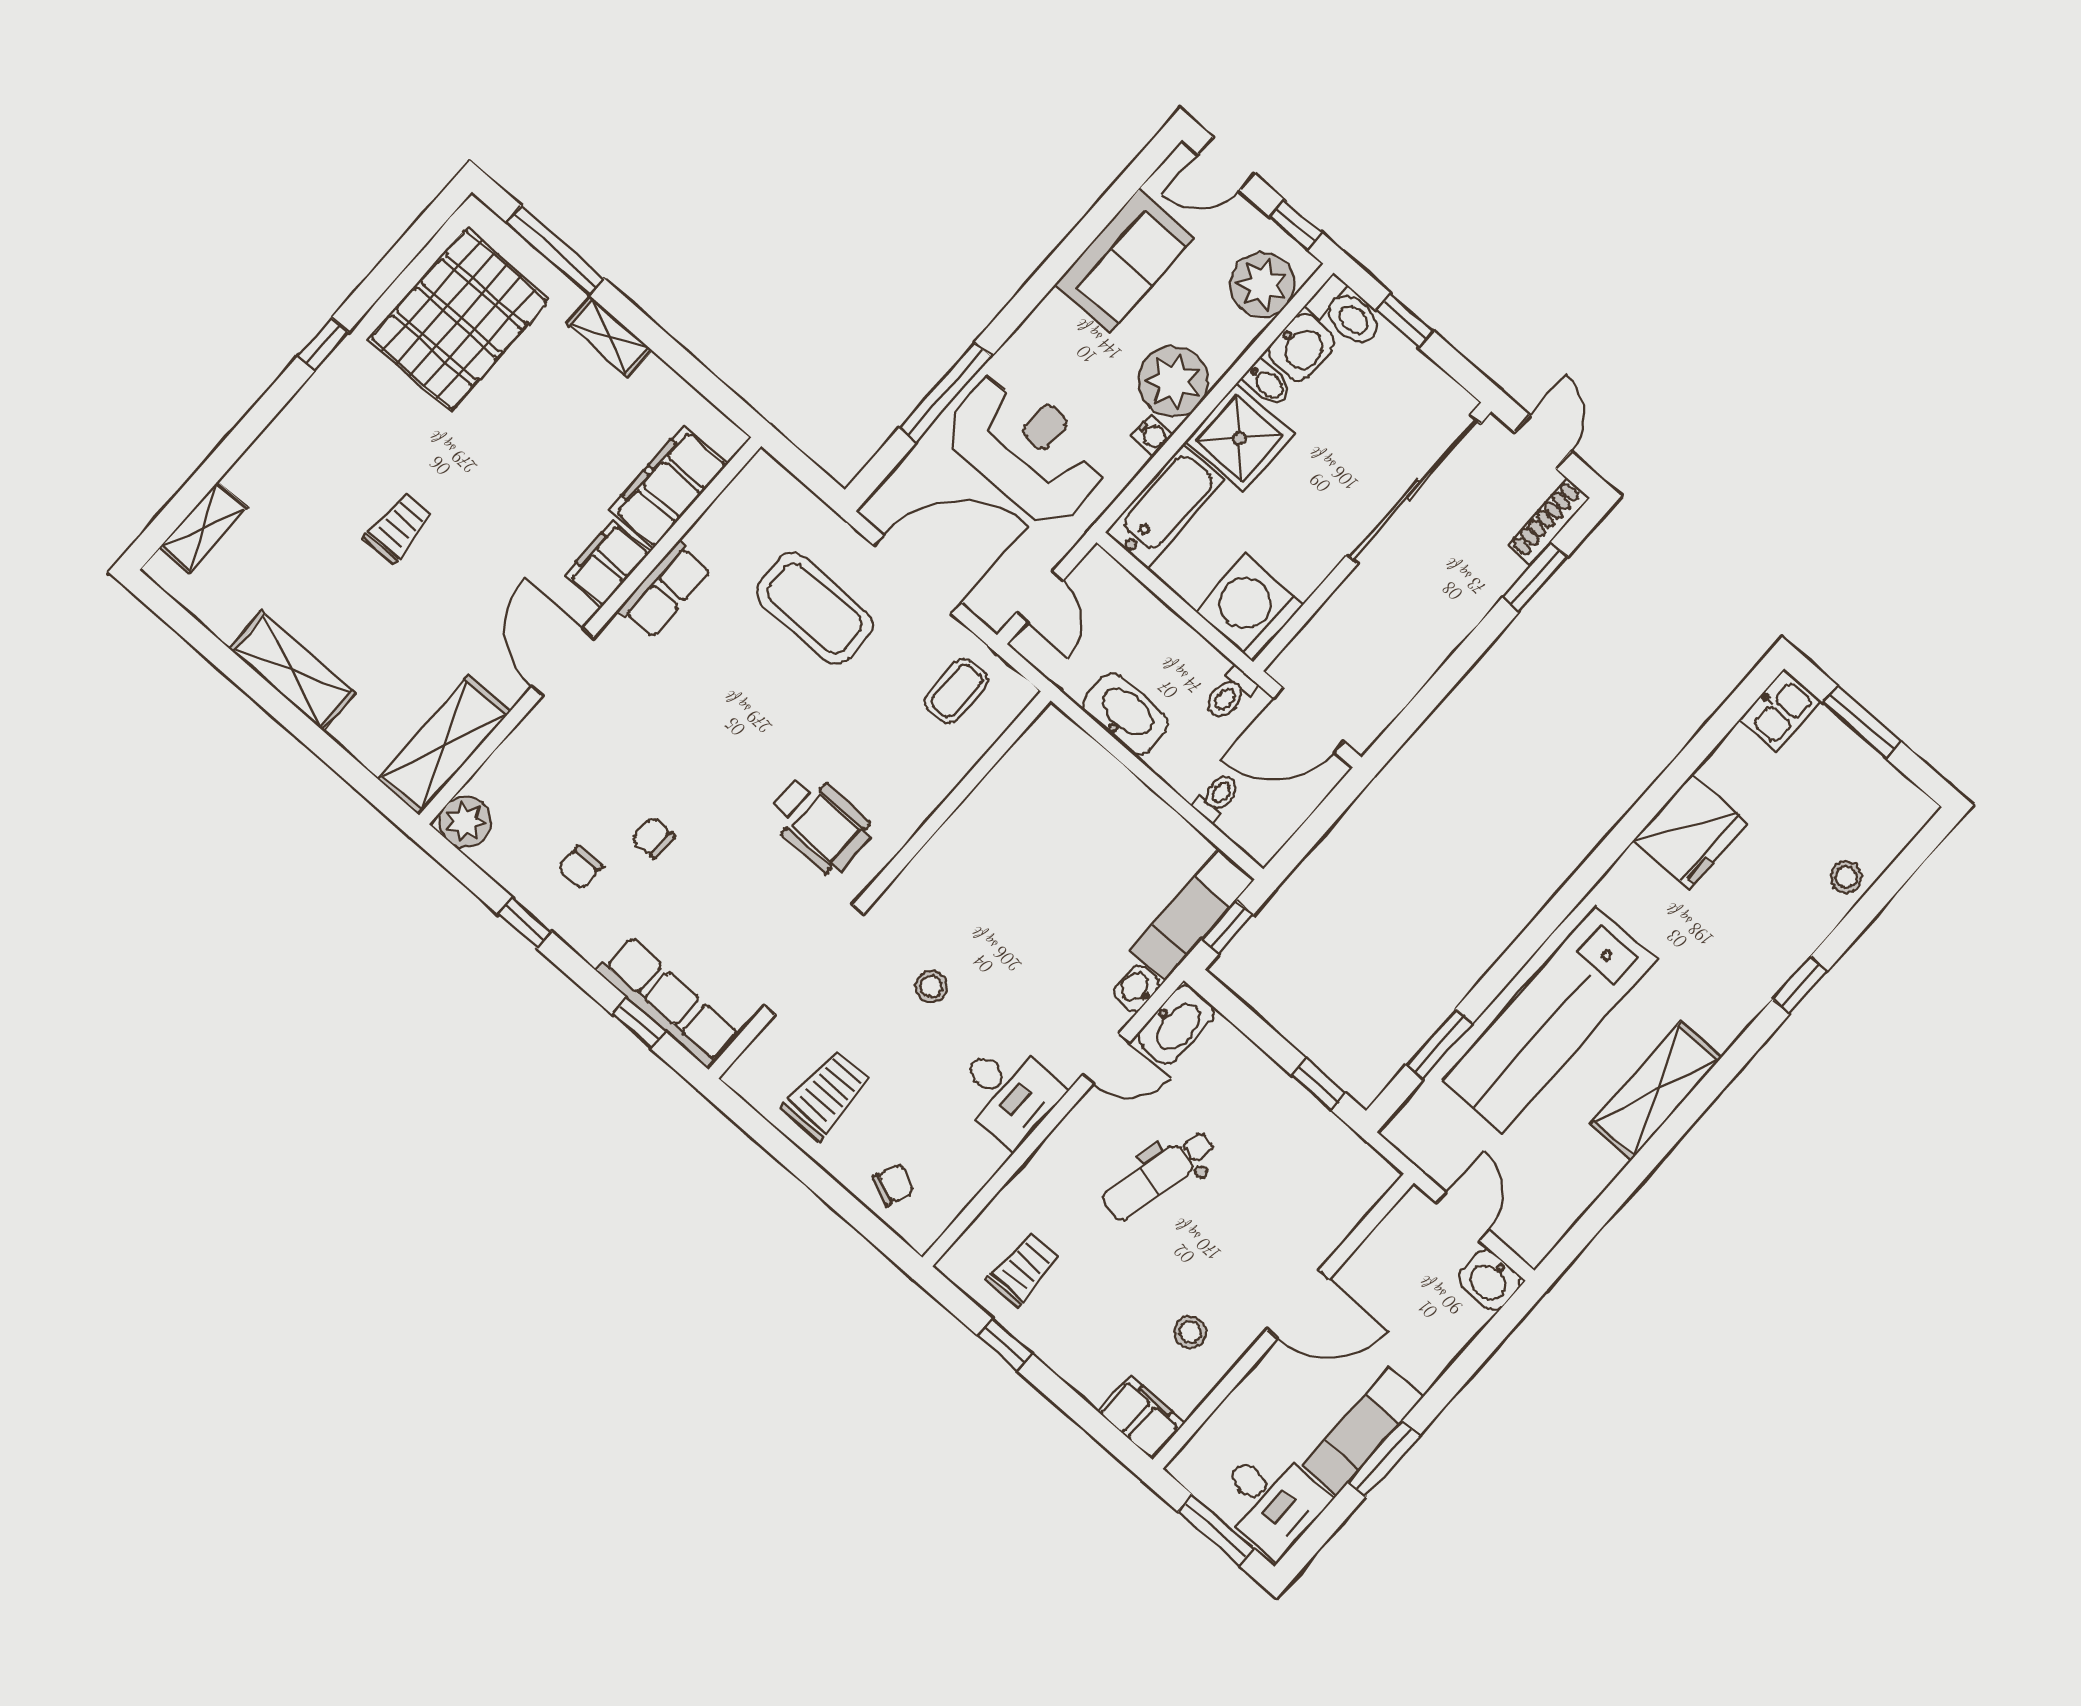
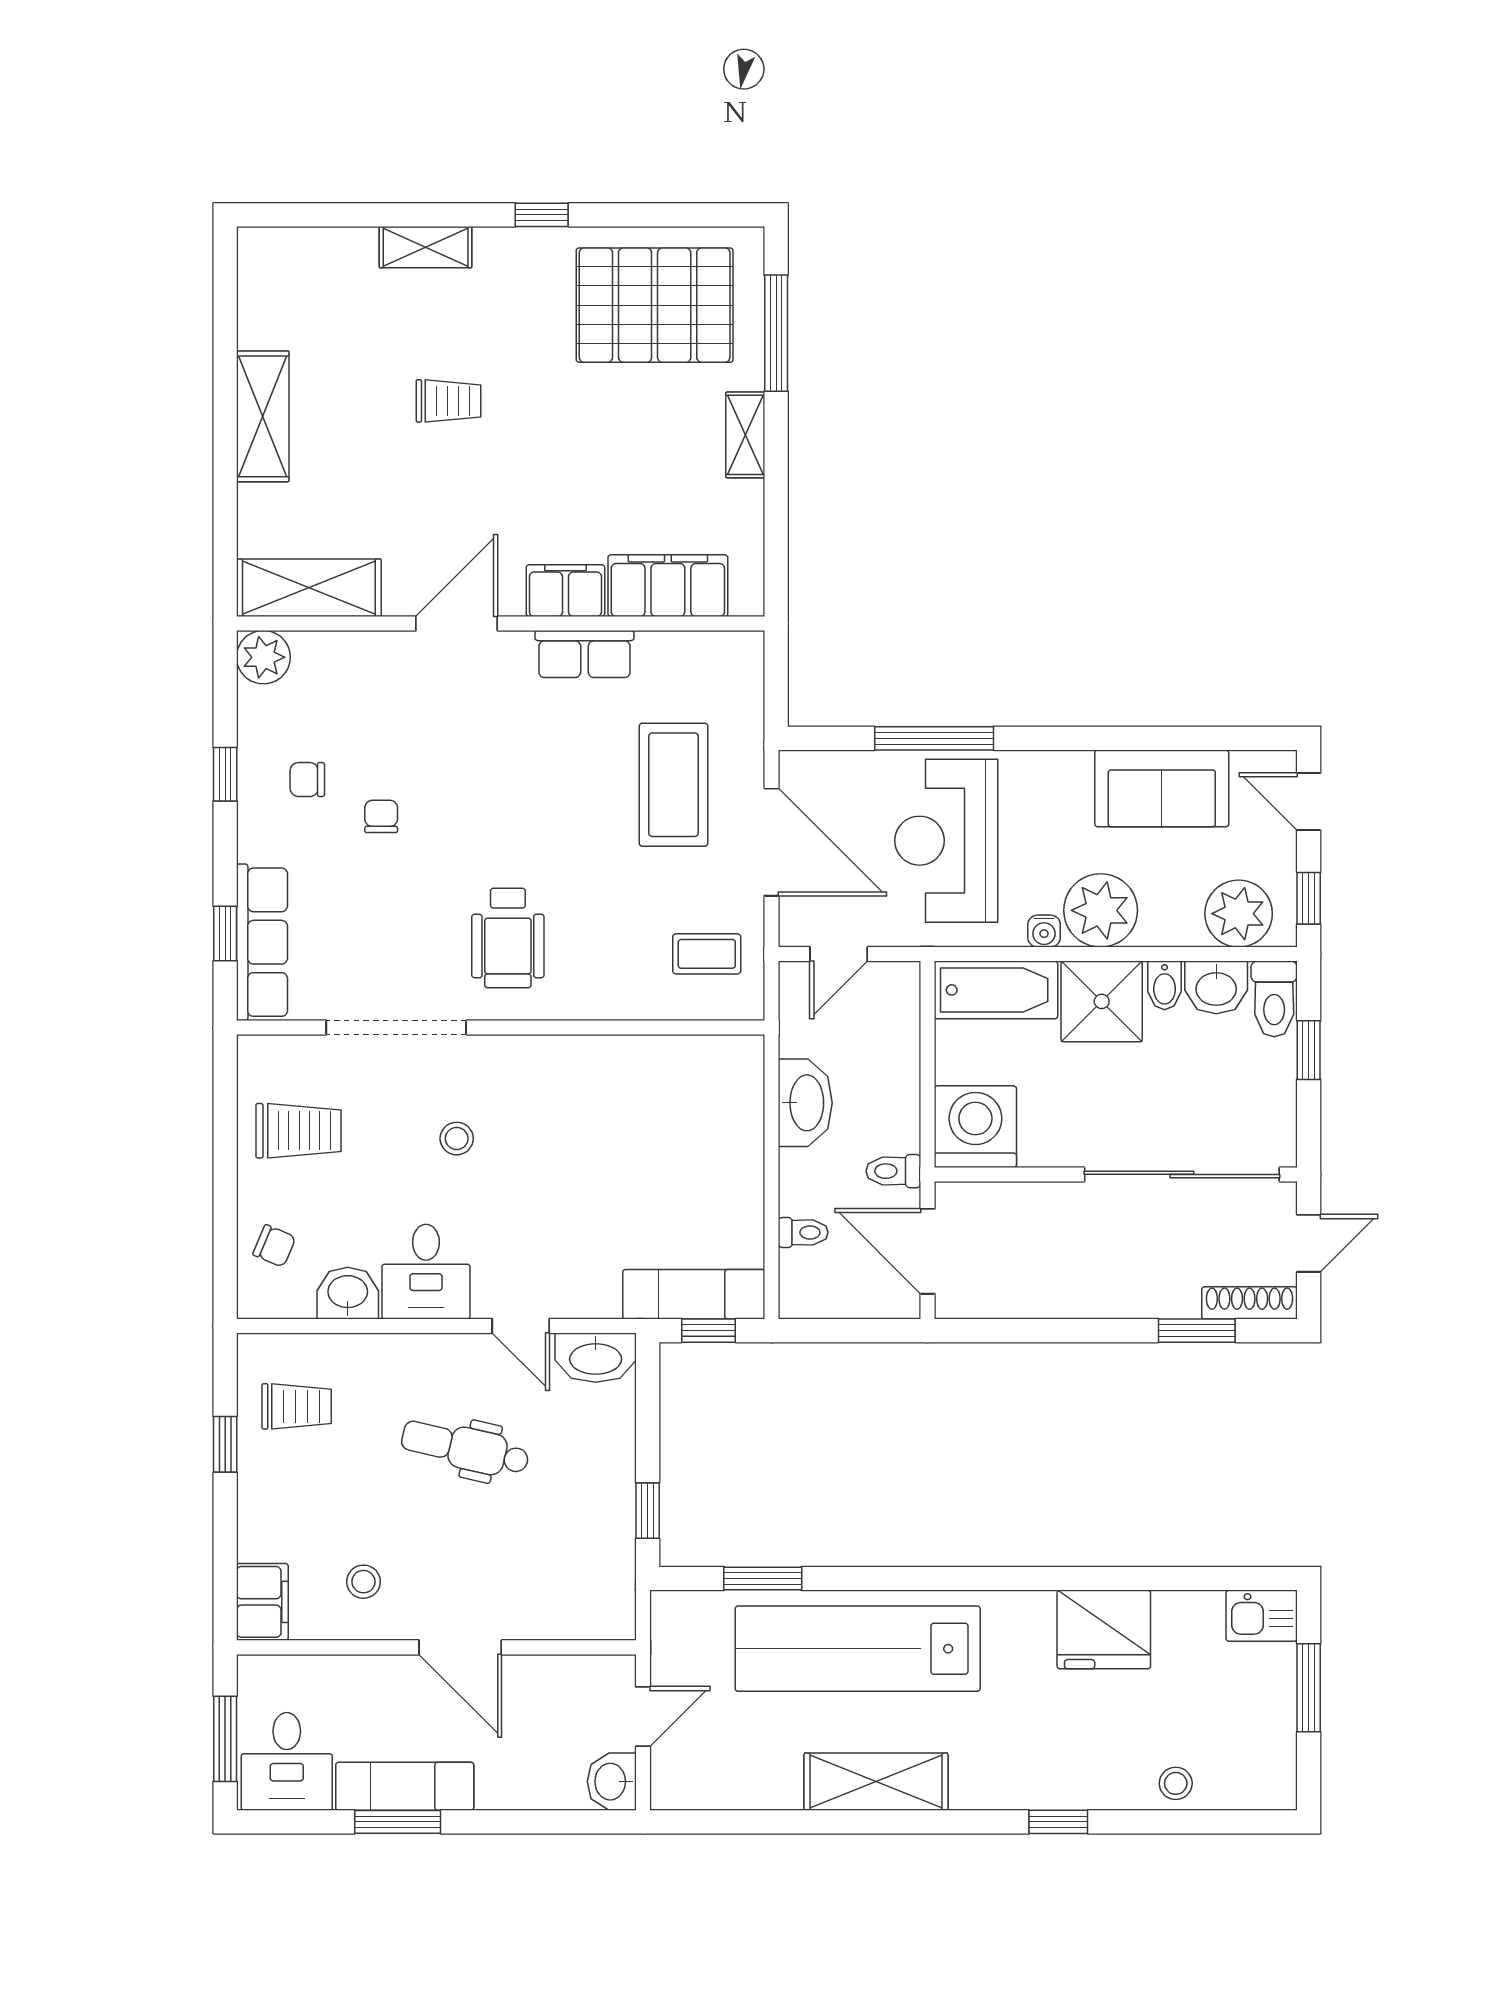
reception desk: (1026, 448) -> (946, 841), turned 180
shelving: (203, 527) -> (426, 247), moved
washbasin: (1136, 988) -> (348, 1293), moved, width x1.38, depth x1.45

